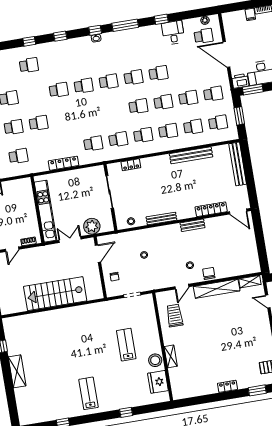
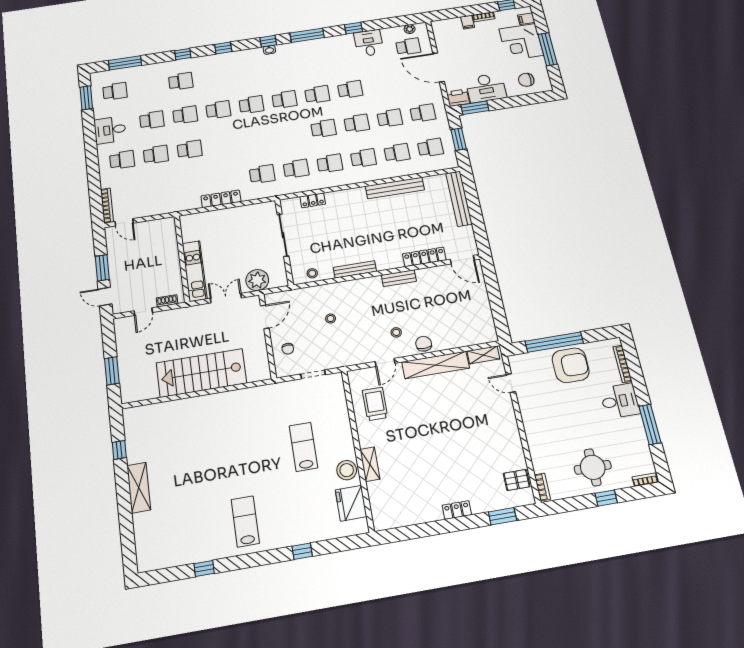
school desk: (18, 156) -> (185, 115), moved
kitchen unit: (46, 211) -> (195, 271), width x0.73

